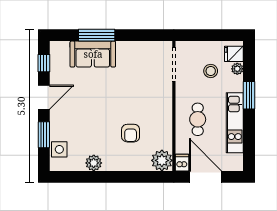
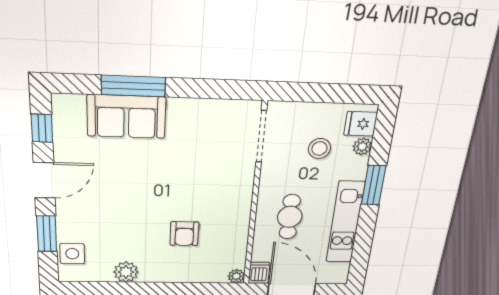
plant: (162, 160) -> (236, 276), width x0.53, depth x0.53

